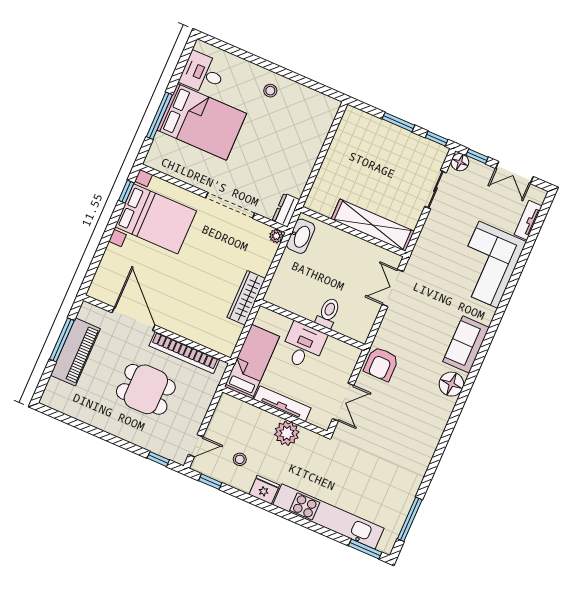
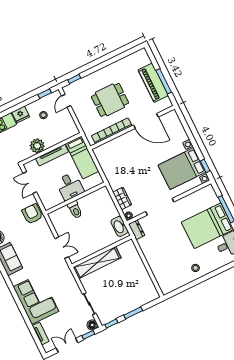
wardrobe: (246, 298) -> (122, 198), moved, width x0.67

